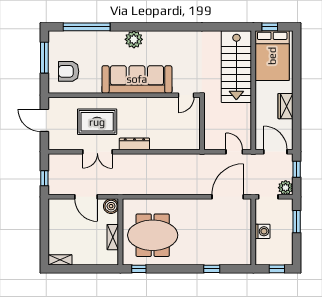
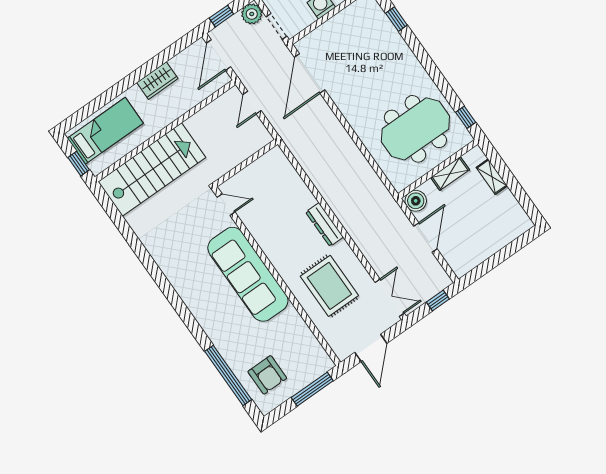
plant: (134, 39) -> (204, 311), removed
bed: (272, 56) -> (105, 131), width x0.67
window: (44, 58) -> (312, 389), moved
armchair: (69, 71) -> (267, 375), moved
double door: (97, 152) -> (390, 298), moved
door: (228, 197) -> (310, 74), hinge flipped
meeting table: (153, 235) -> (415, 129), turned 90
shelving: (60, 260) -> (492, 177), moved
window: (212, 269) -> (396, 19), moved

